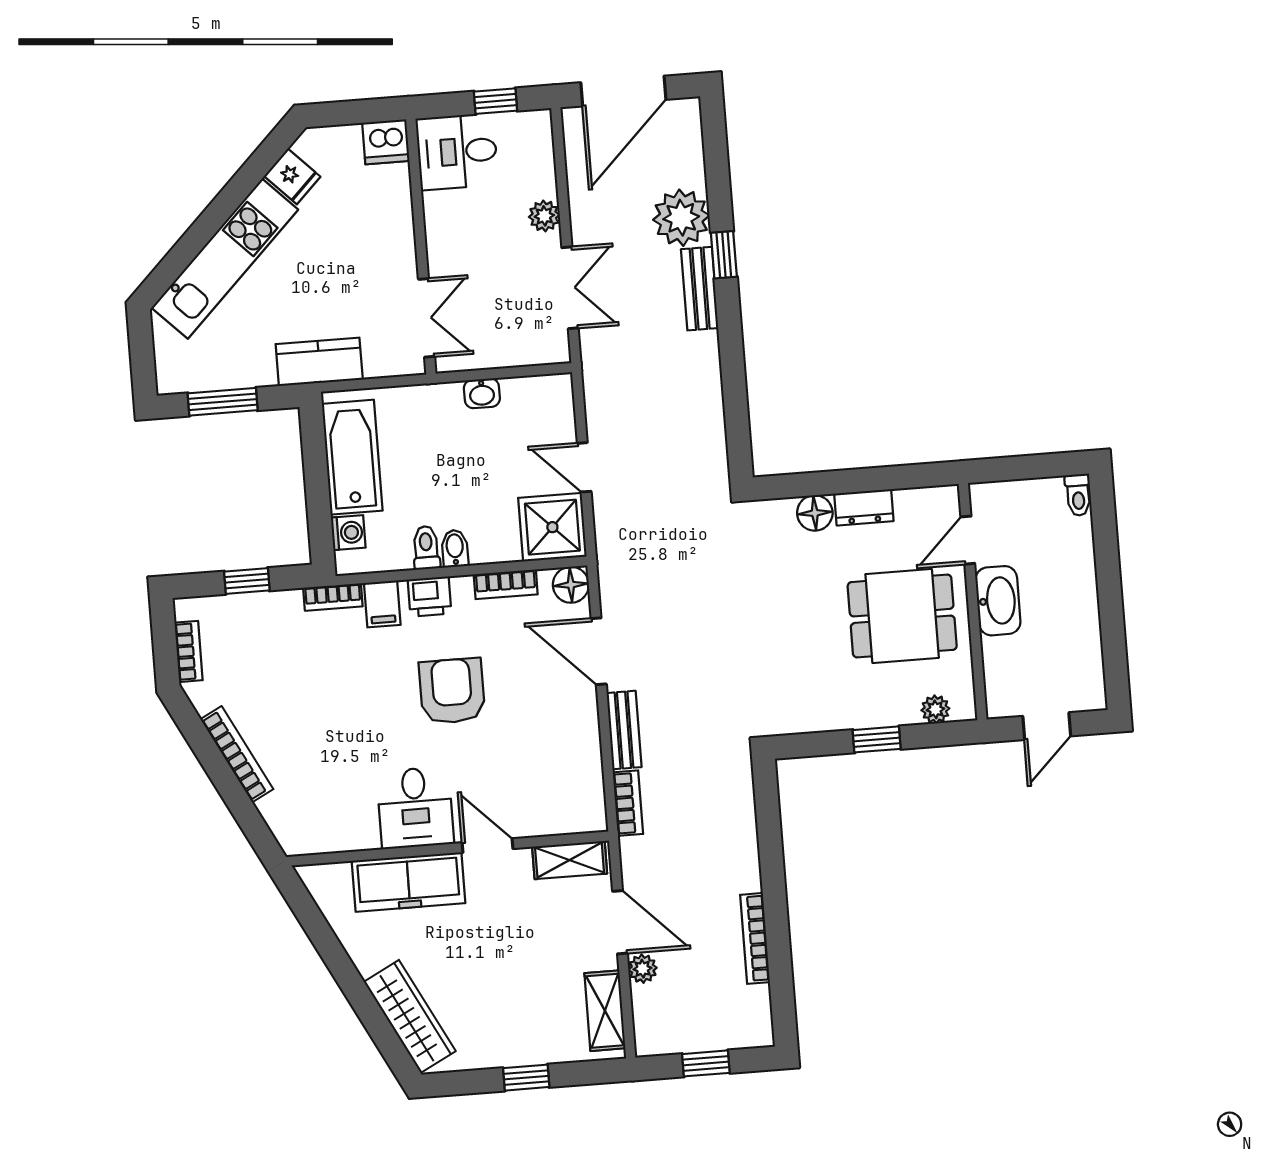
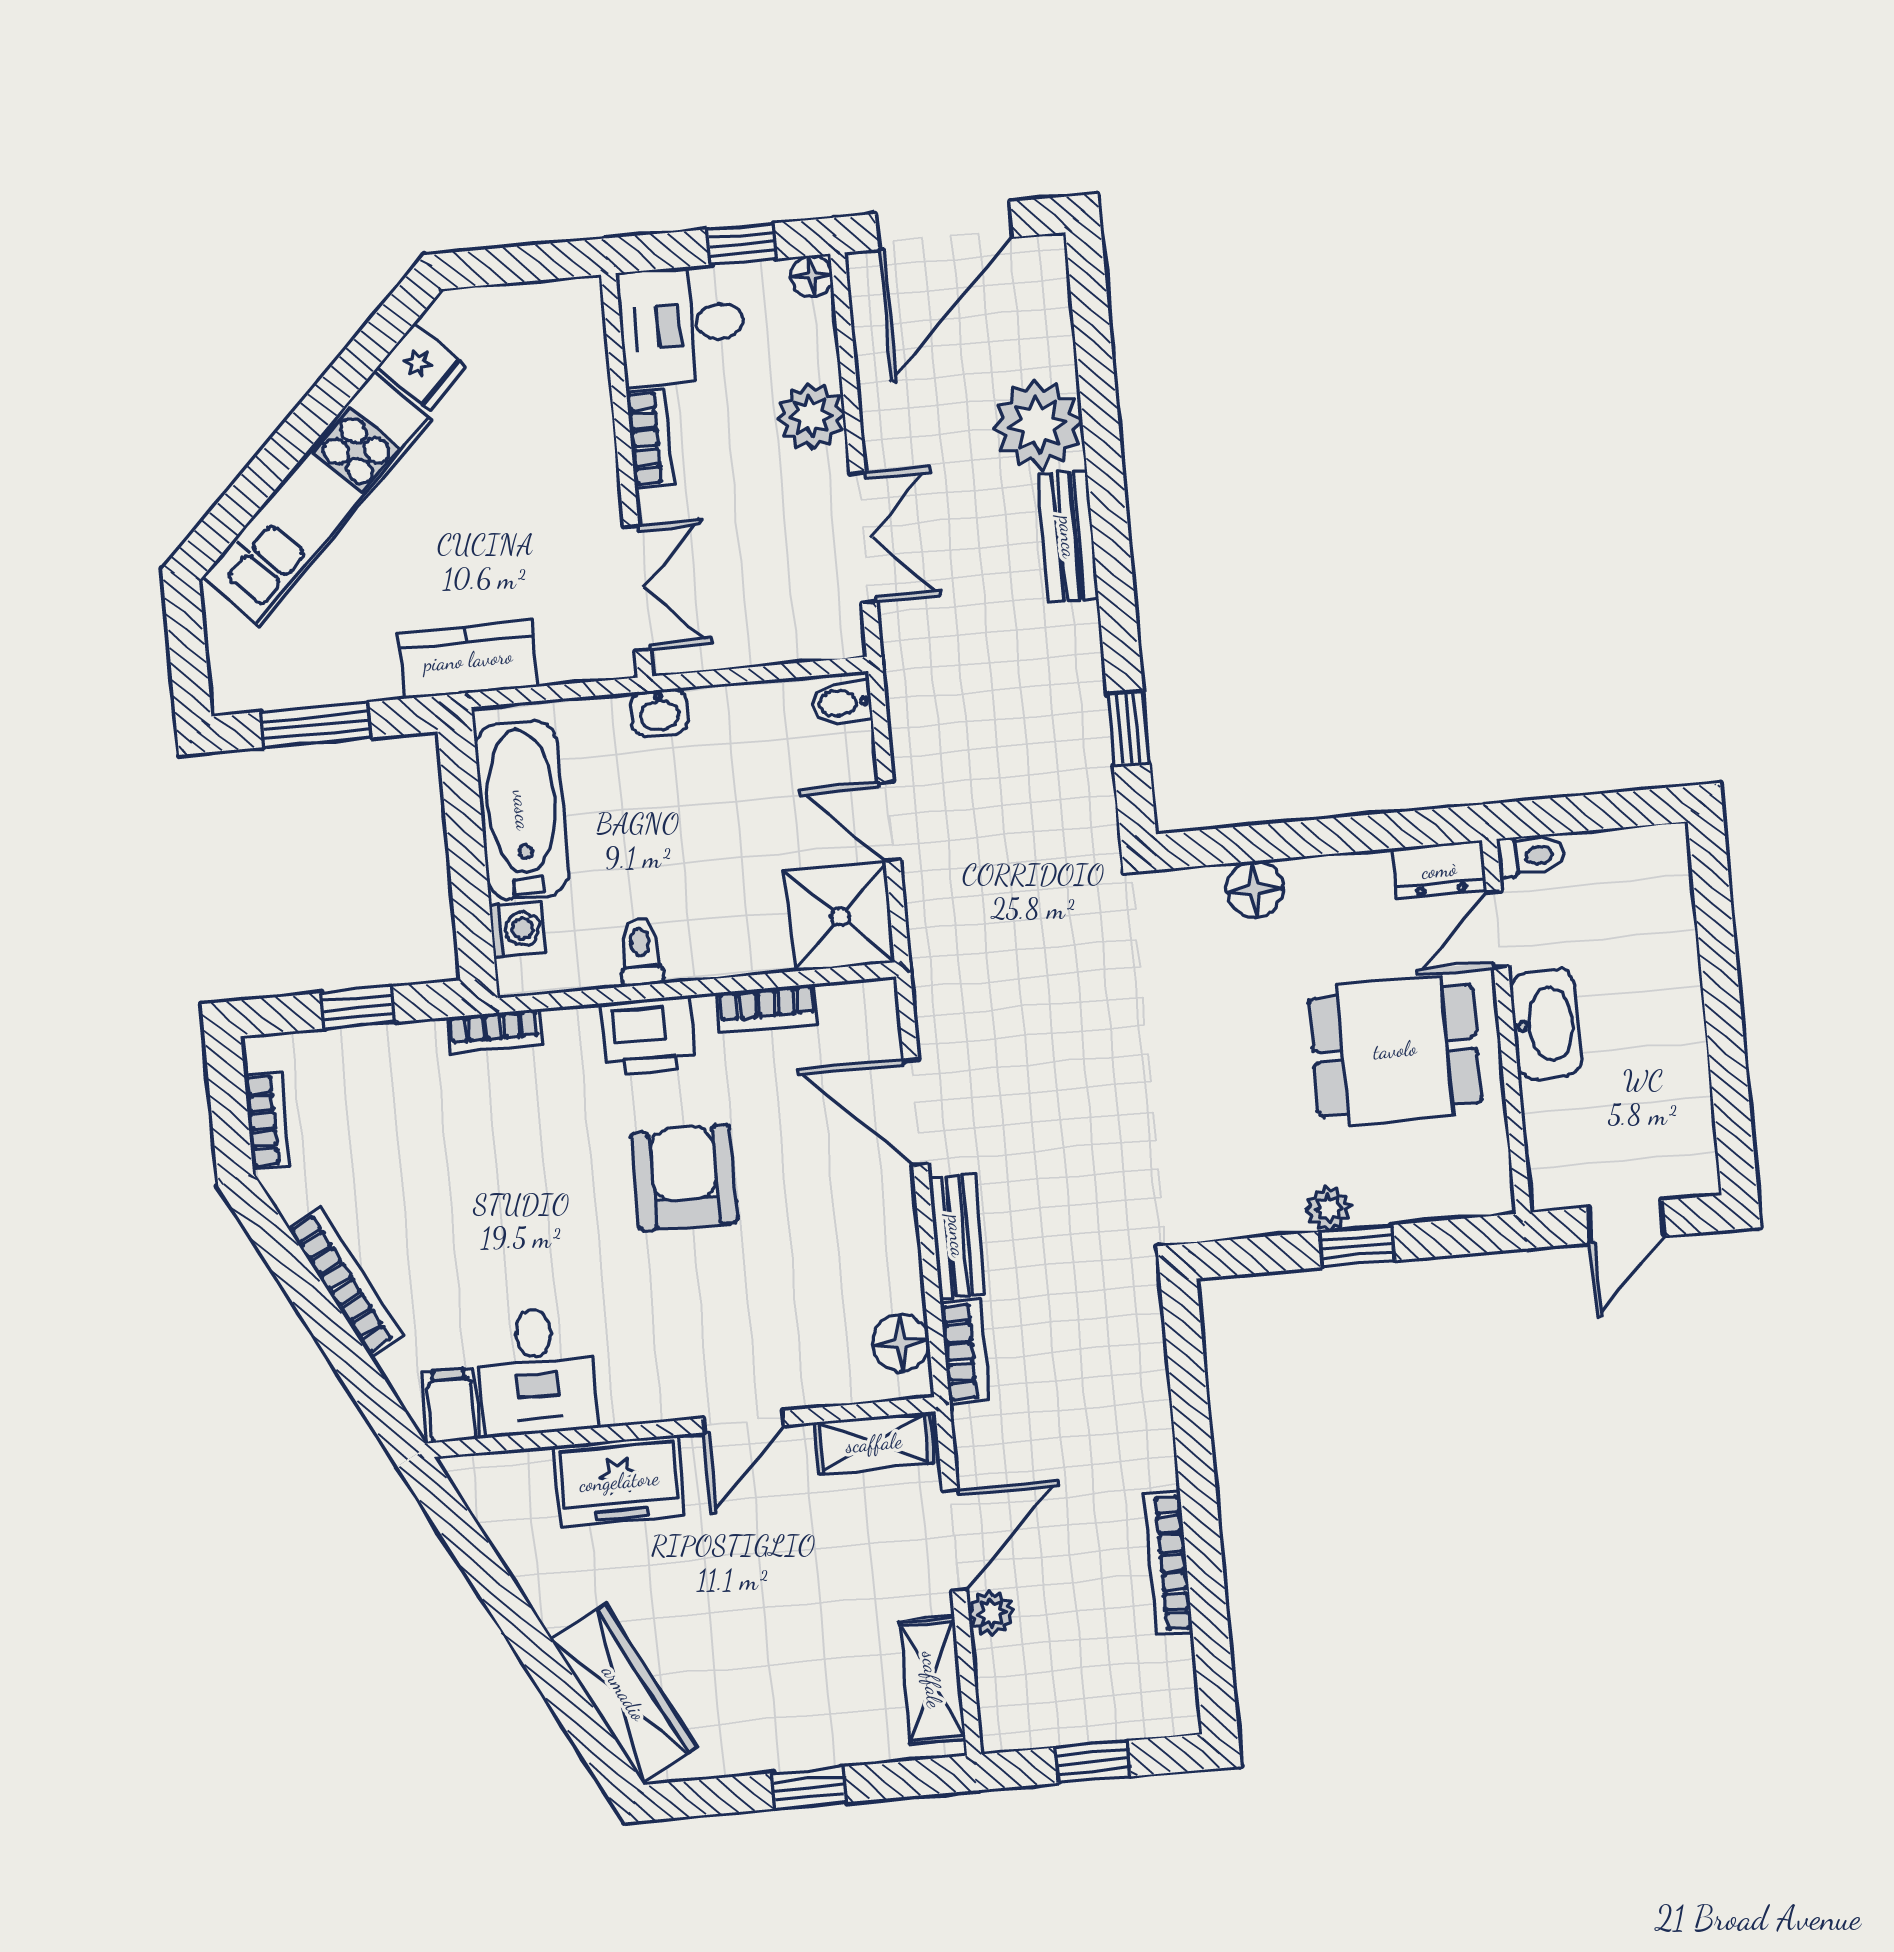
floor lamp: (539, 122) -> (812, 276), added
dishwasher: (386, 142) -> (569, 310), removed
plant: (544, 216) -> (811, 416), width x1.38, depth x1.38
bookcase: (436, 223) -> (650, 438), added
window: (724, 255) -> (1128, 728), moved
washbasin: (482, 393) -> (659, 712), moved
toilet: (1078, 495) -> (1530, 856), moved, turned -90
dresser: (864, 507) -> (1439, 870), moved
bidet: (455, 548) -> (842, 703), moved, turned -90
floor lamp: (571, 585) -> (901, 1343), moved
printer: (430, 597) -> (648, 1036), width x1.36, depth x1.24
filing cabinet: (382, 604) -> (451, 1406), moved, turned 180
plant: (935, 709) -> (1329, 1208), moved
desk: (415, 808) -> (537, 1371), moved
door: (488, 846) -> (744, 1422), swing flipped
freezer: (408, 882) -> (619, 1481), width x0.71
door: (620, 922) -> (955, 1540), hinge flipped

